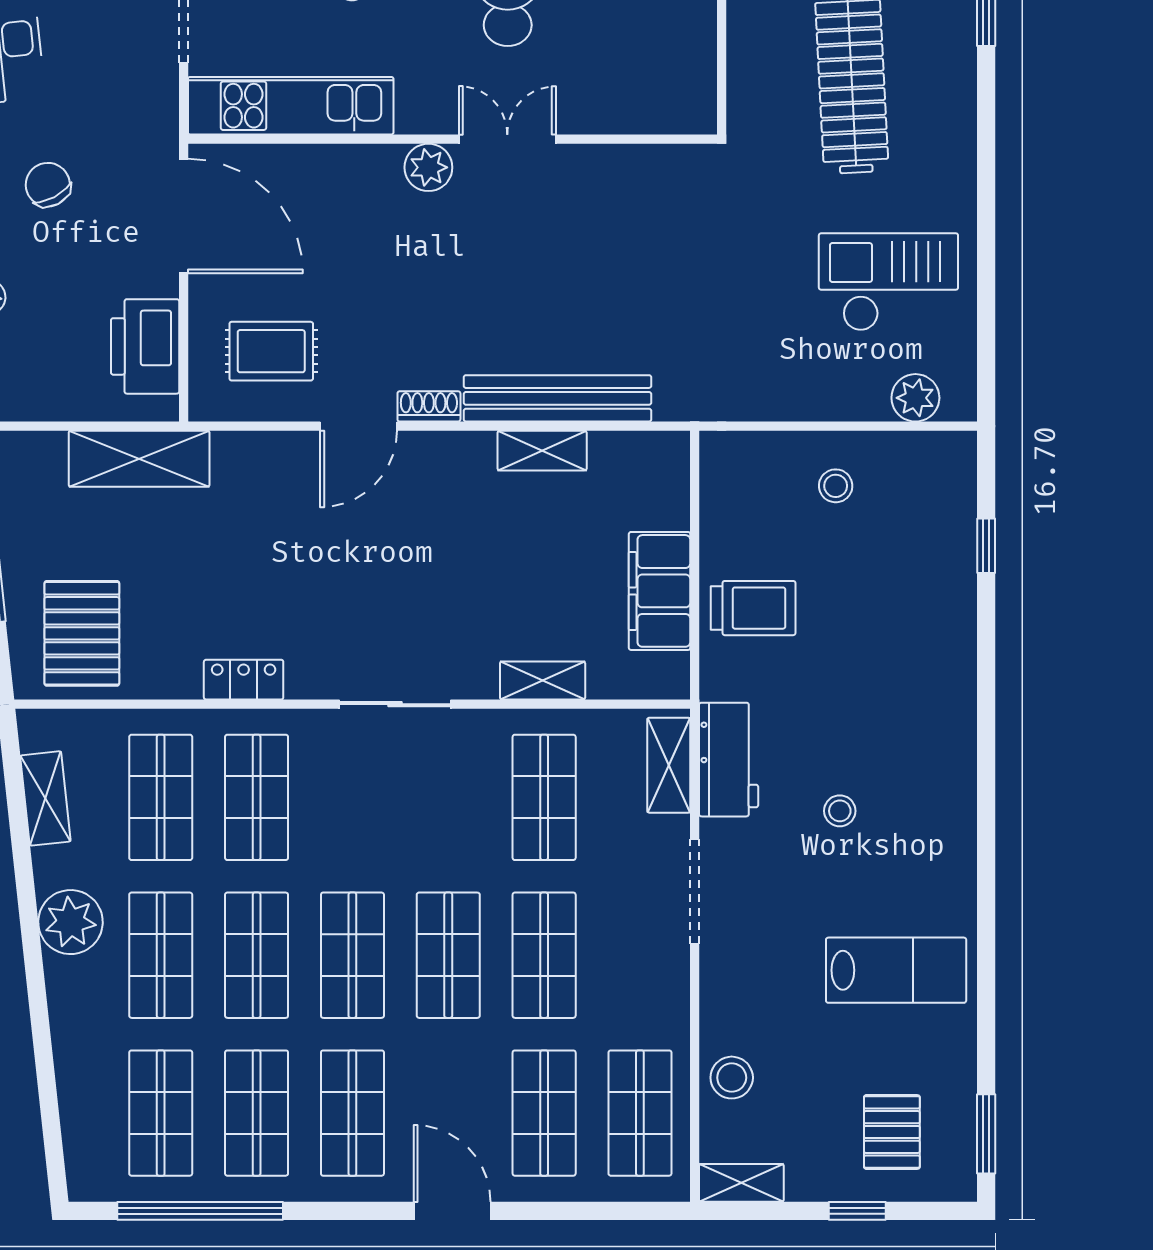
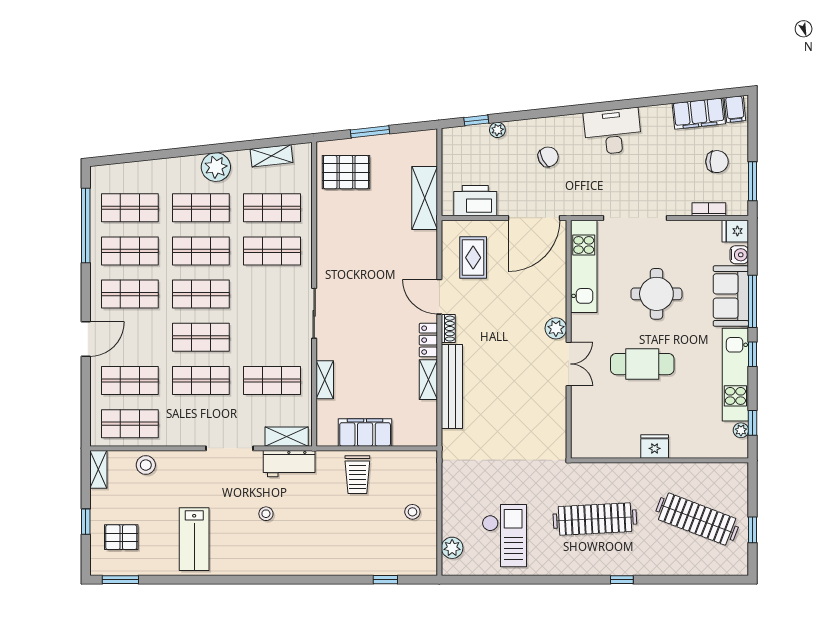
locker: (244, 680) -> (428, 340), moved, turned 180

